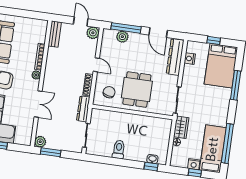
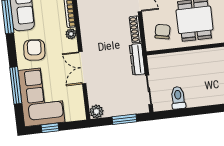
double door: (38, 104) -> (82, 68), swing flipped
toilet: (119, 149) -> (178, 98), moved
window: (51, 152) -> (124, 119), moved

